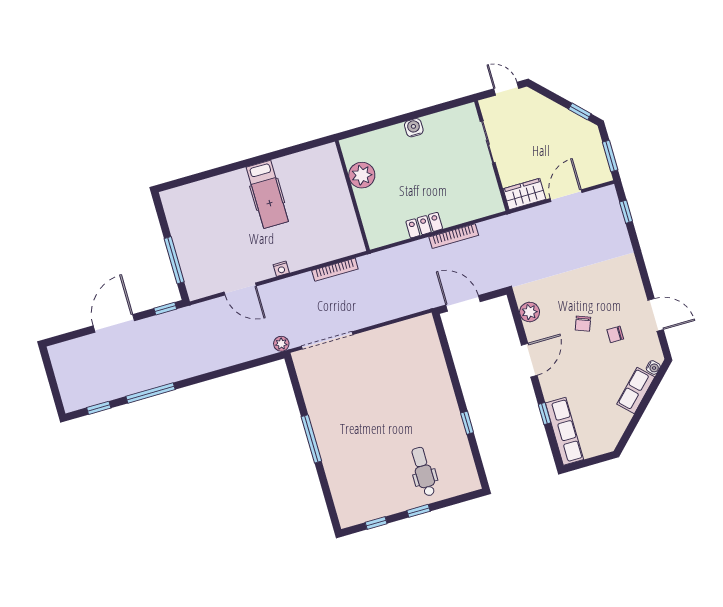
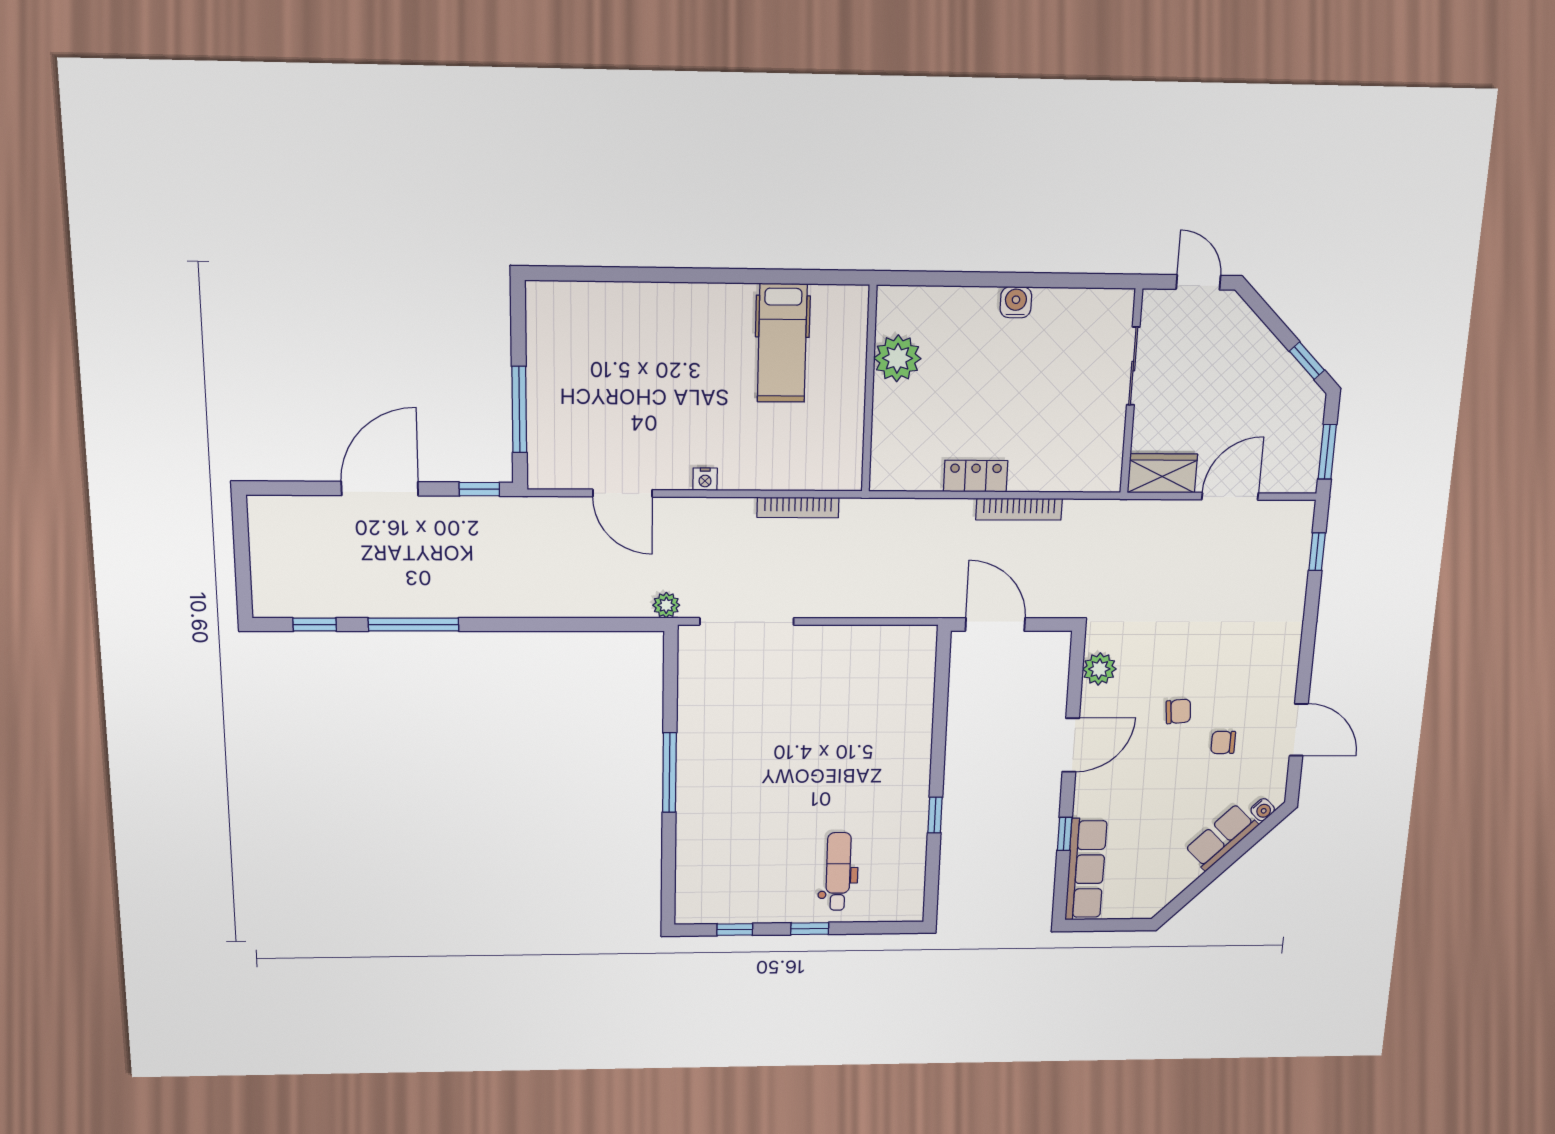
hospital bed: (267, 194) -> (782, 343), moved
chair: (583, 324) -> (1178, 711), turned -116

